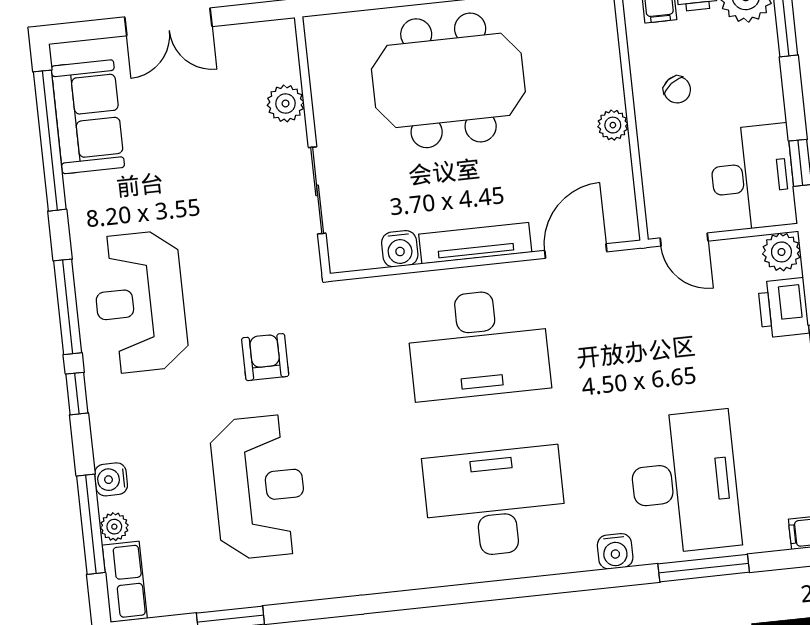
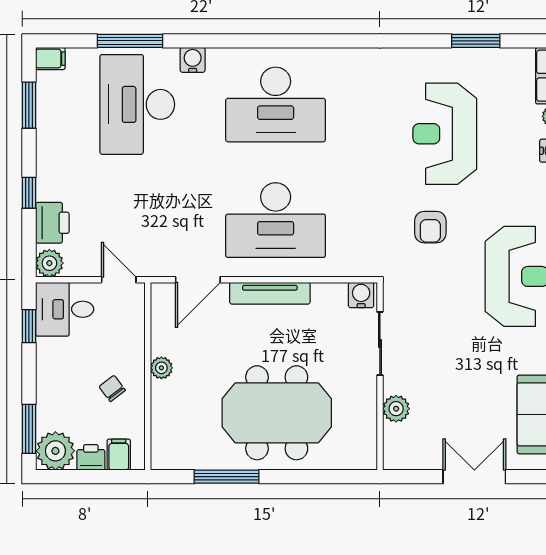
desk: (752, 177) -> (65, 309), width x0.73
water cooler: (400, 249) -> (361, 295), moved
desk: (478, 344) -> (276, 220), turned 180

